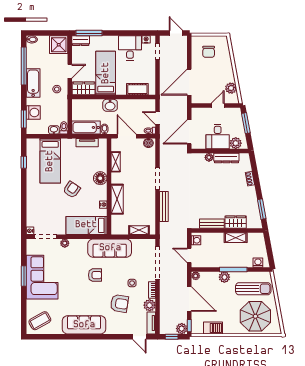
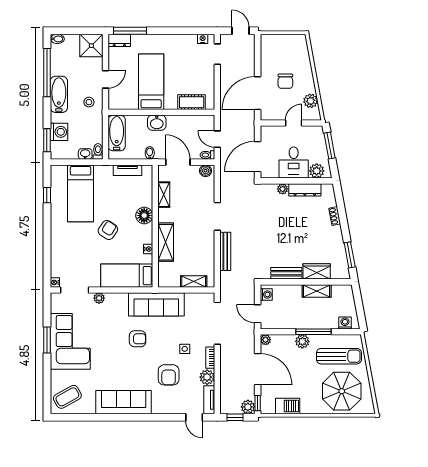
desk: (130, 48) -> (182, 50), removed
chair: (209, 52) -> (285, 81), moved
wardrobe: (84, 88) -> (123, 101), removed
bathtub: (86, 127) -> (117, 133), moved, turned 90
armchair: (119, 303) -> (169, 375), turned 81

